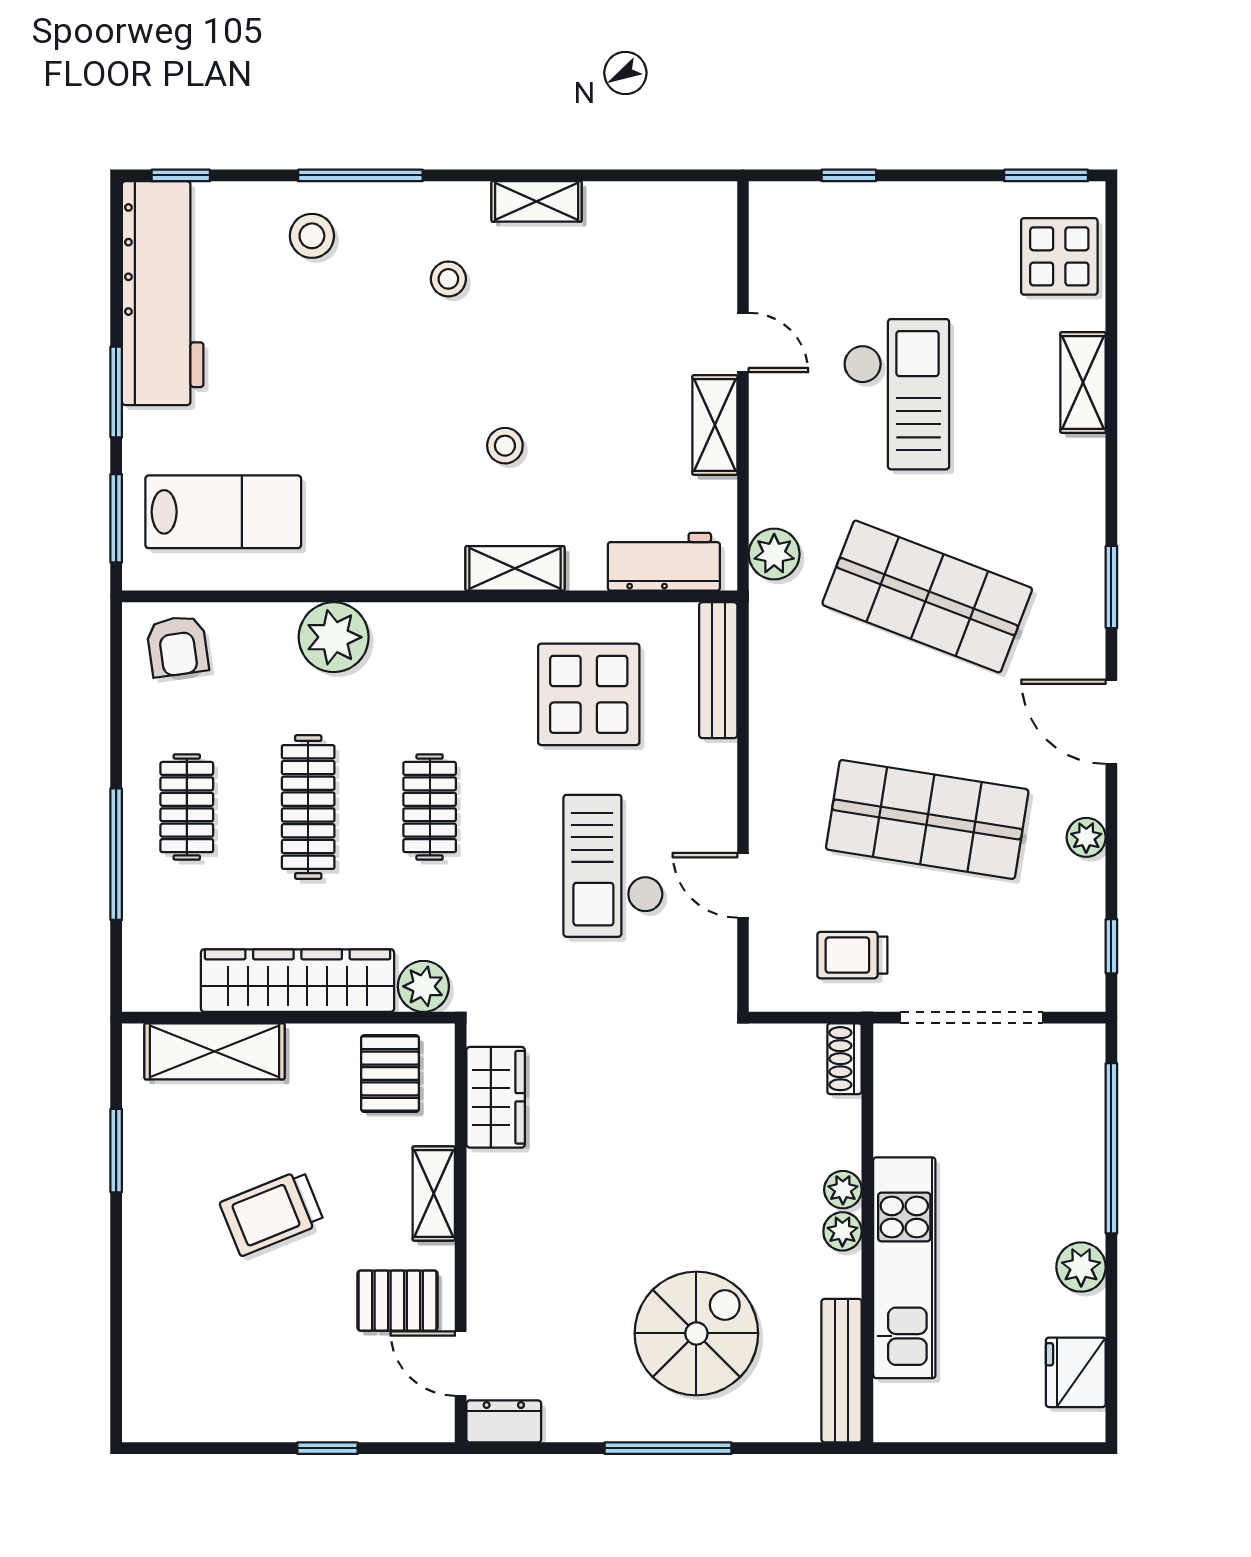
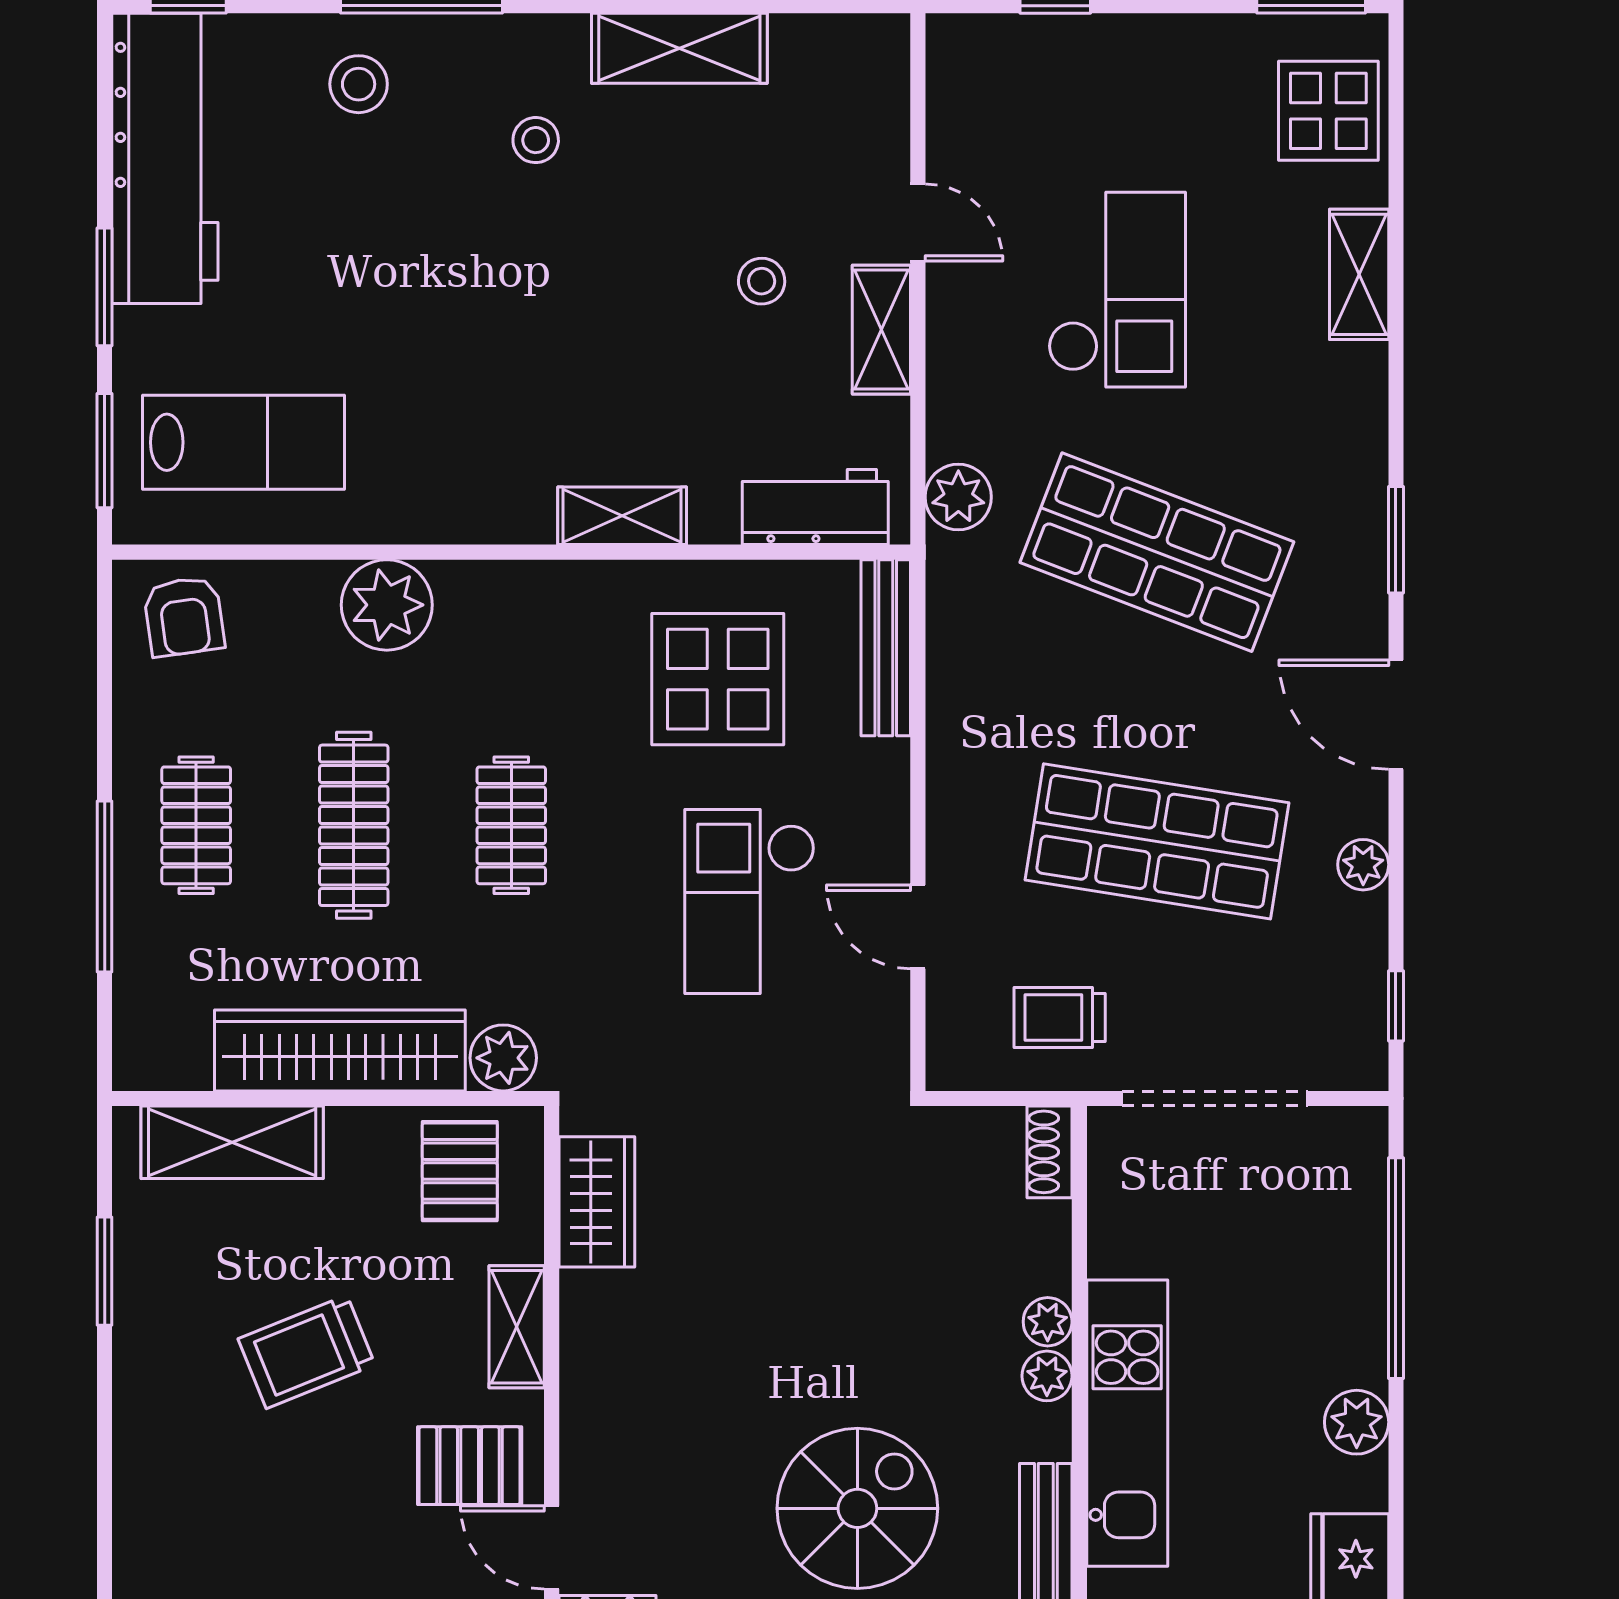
shelving: (537, 201) -> (679, 48), width x1.50, depth x1.33
stool: (505, 446) -> (762, 281), moved

